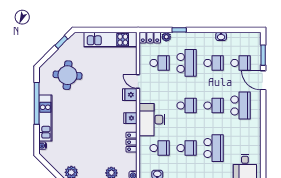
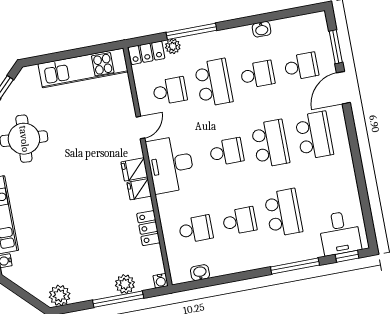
window: (179, 30) -> (191, 31), width x2.17
door: (263, 80) -> (343, 88), hinge flipped
door: (138, 81) -> (140, 128), swing flipped
fridge: (130, 95) -> (134, 169), moved
school desk: (214, 105) -> (270, 144), width x1.85
desk: (152, 120) -> (171, 164), moved

